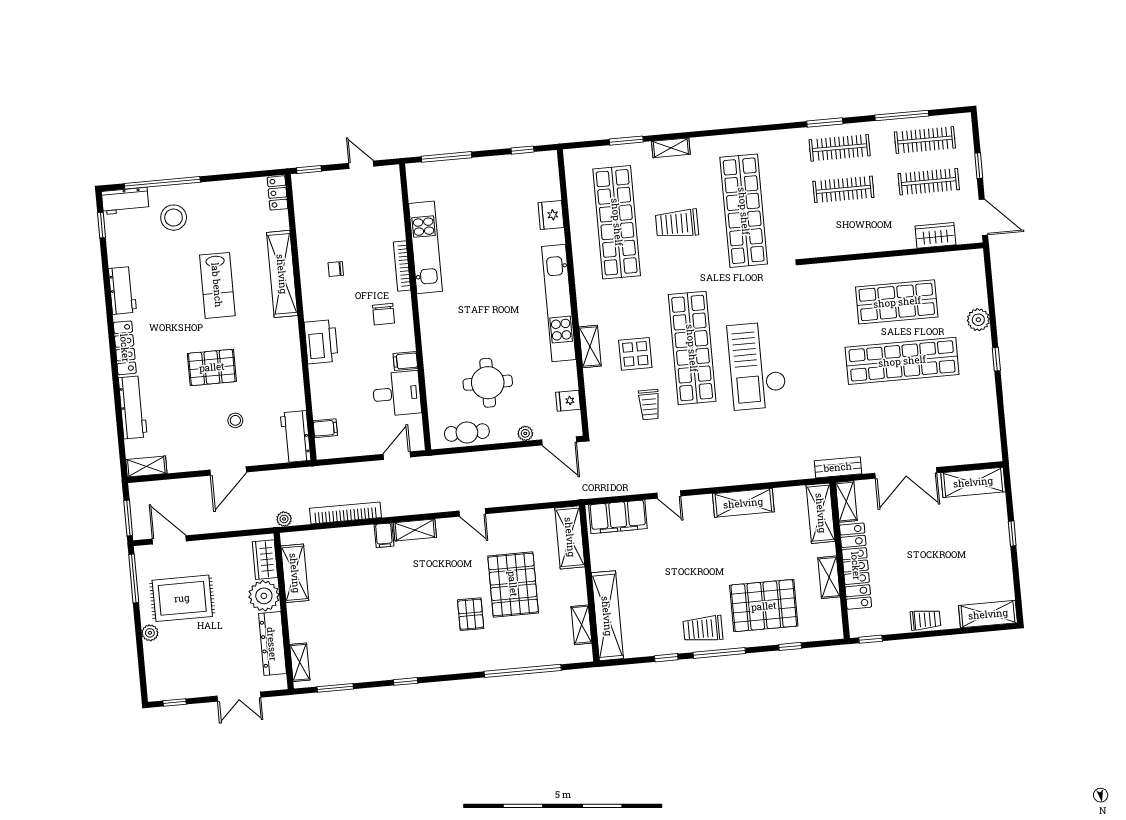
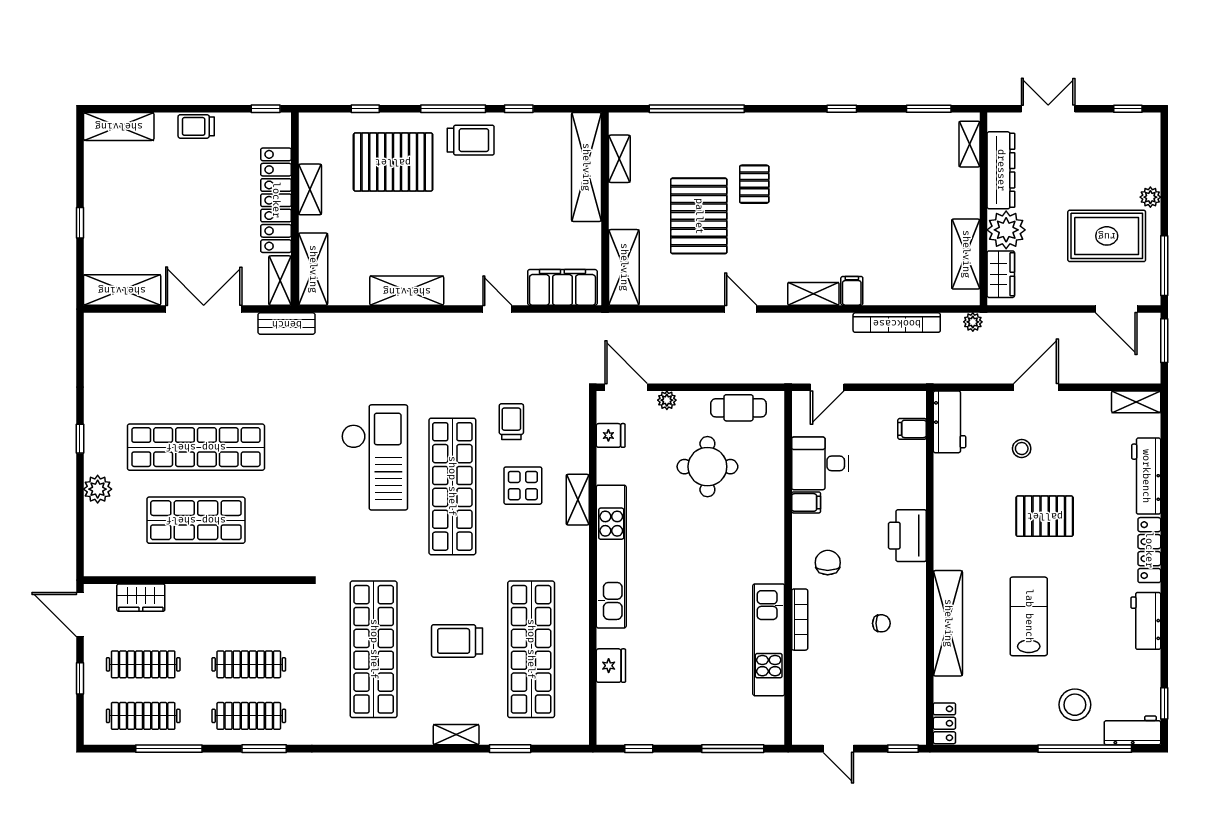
trolley: (677, 224) -> (457, 641), turned 180

